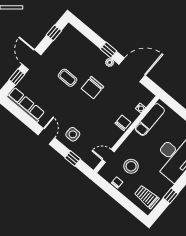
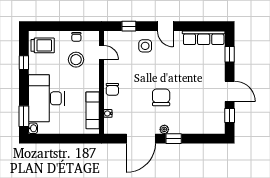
door: (31, 60) -> (230, 91), moved
coffee table: (67, 78) -> (188, 88), removed
door: (108, 156) -> (102, 53), hinge flipped

